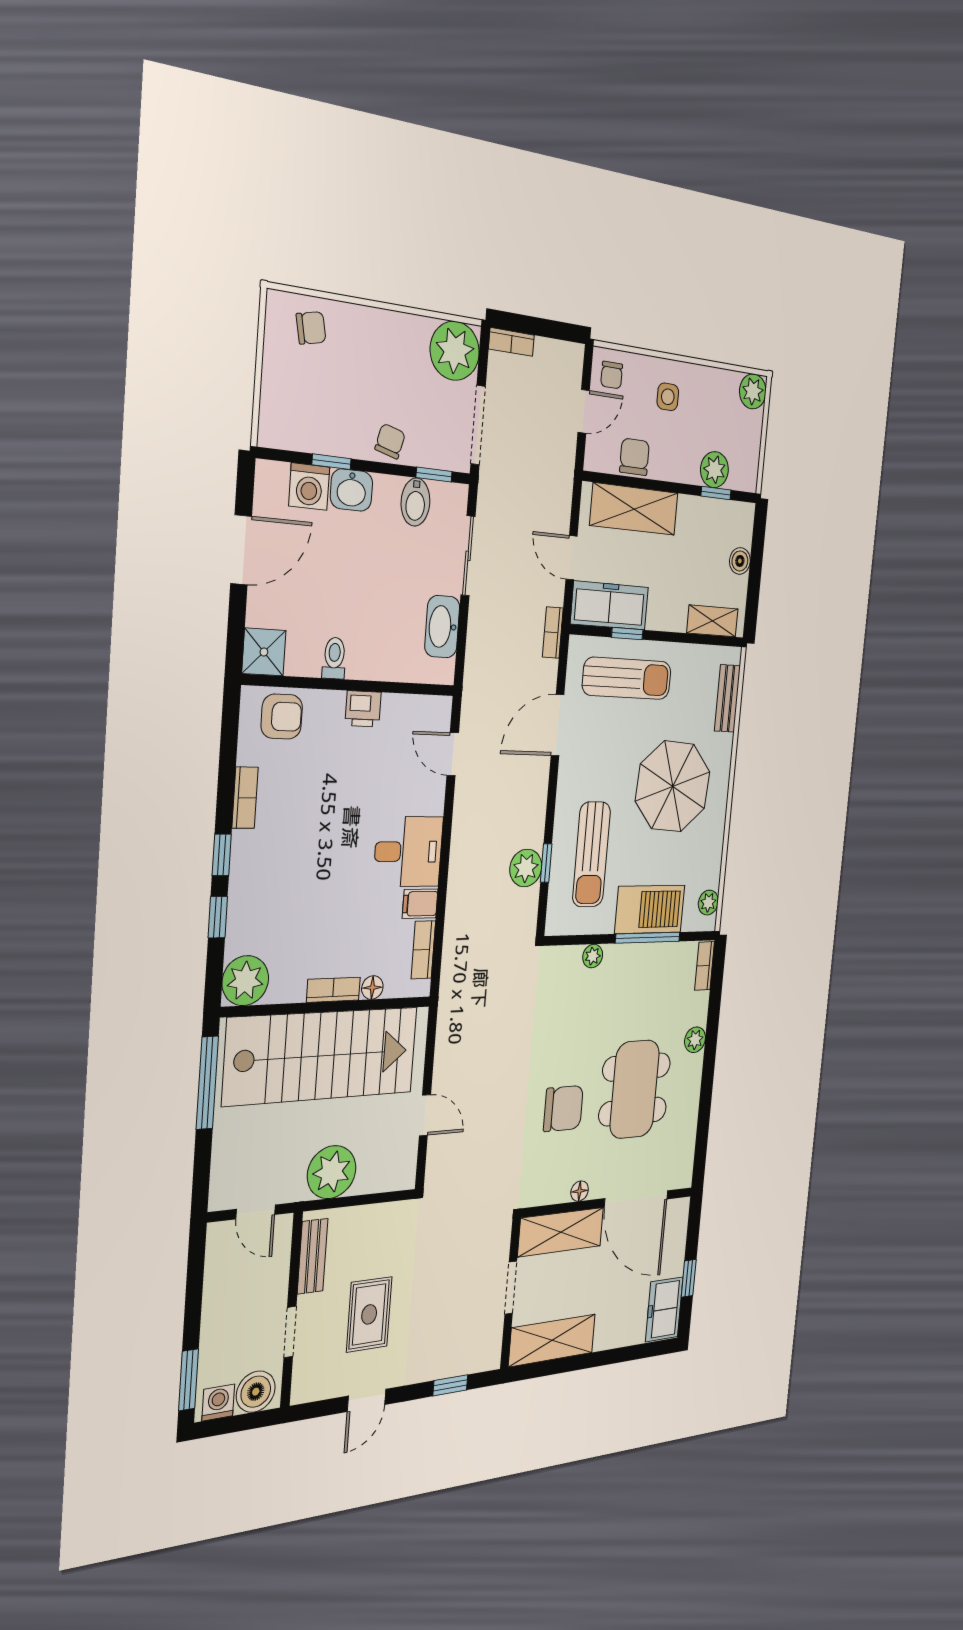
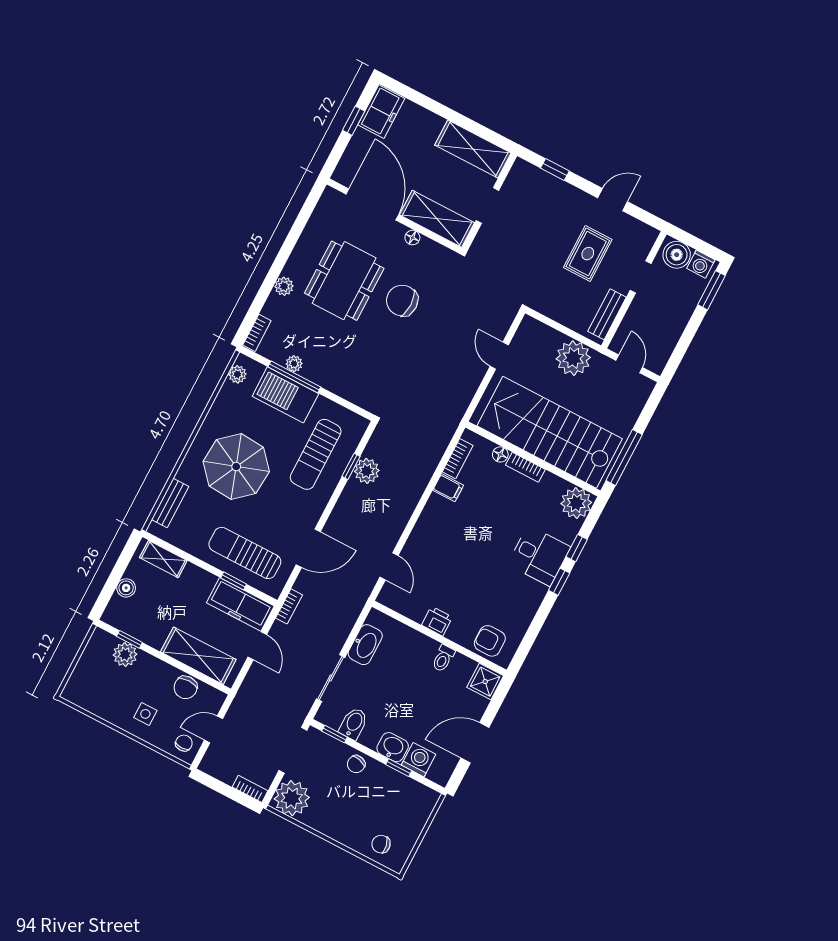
plant: (753, 391) -> (75, 692), removed
bookcase: (245, 798) -> (531, 607), removed
desk: (408, 852) -> (539, 556), moved, turned 180
sun lounger: (591, 854) -> (316, 454), turned 180
plant: (593, 956) -> (294, 364), moved

